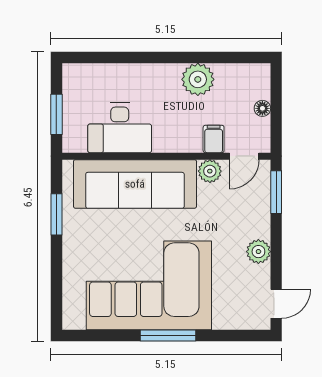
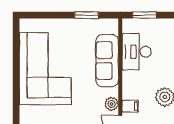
sofa: (135, 184) -> (107, 61), width x0.74, depth x0.79
window: (168, 336) -> (16, 80), removed

